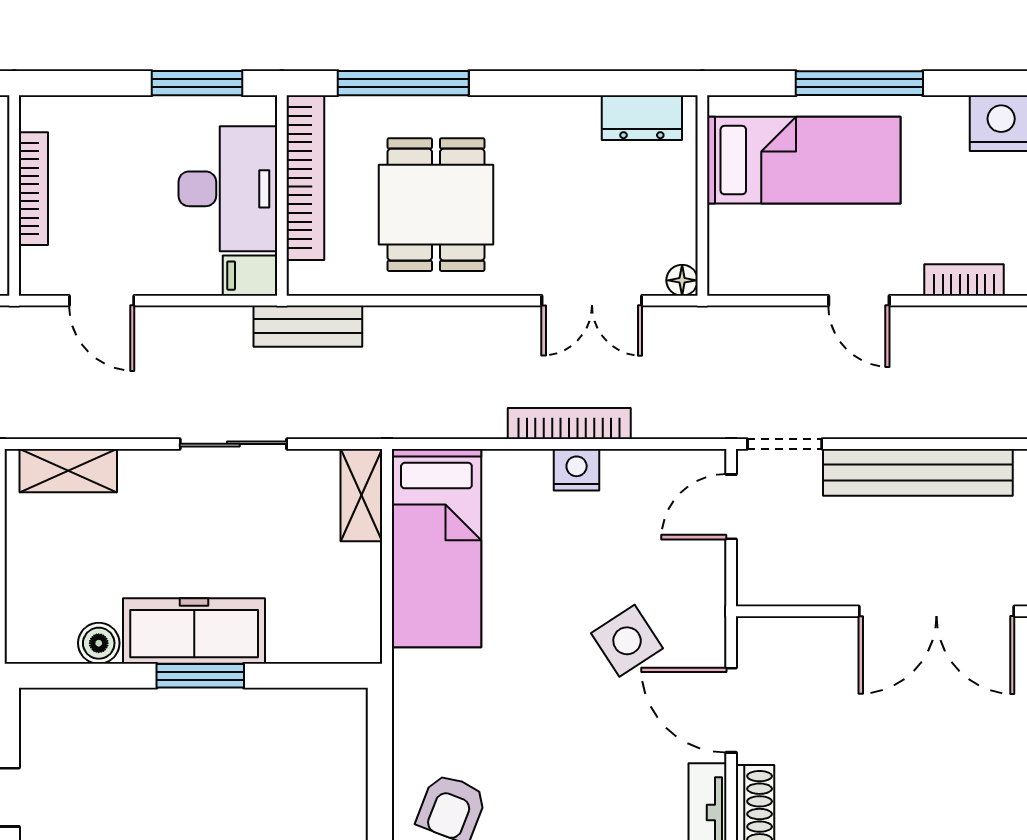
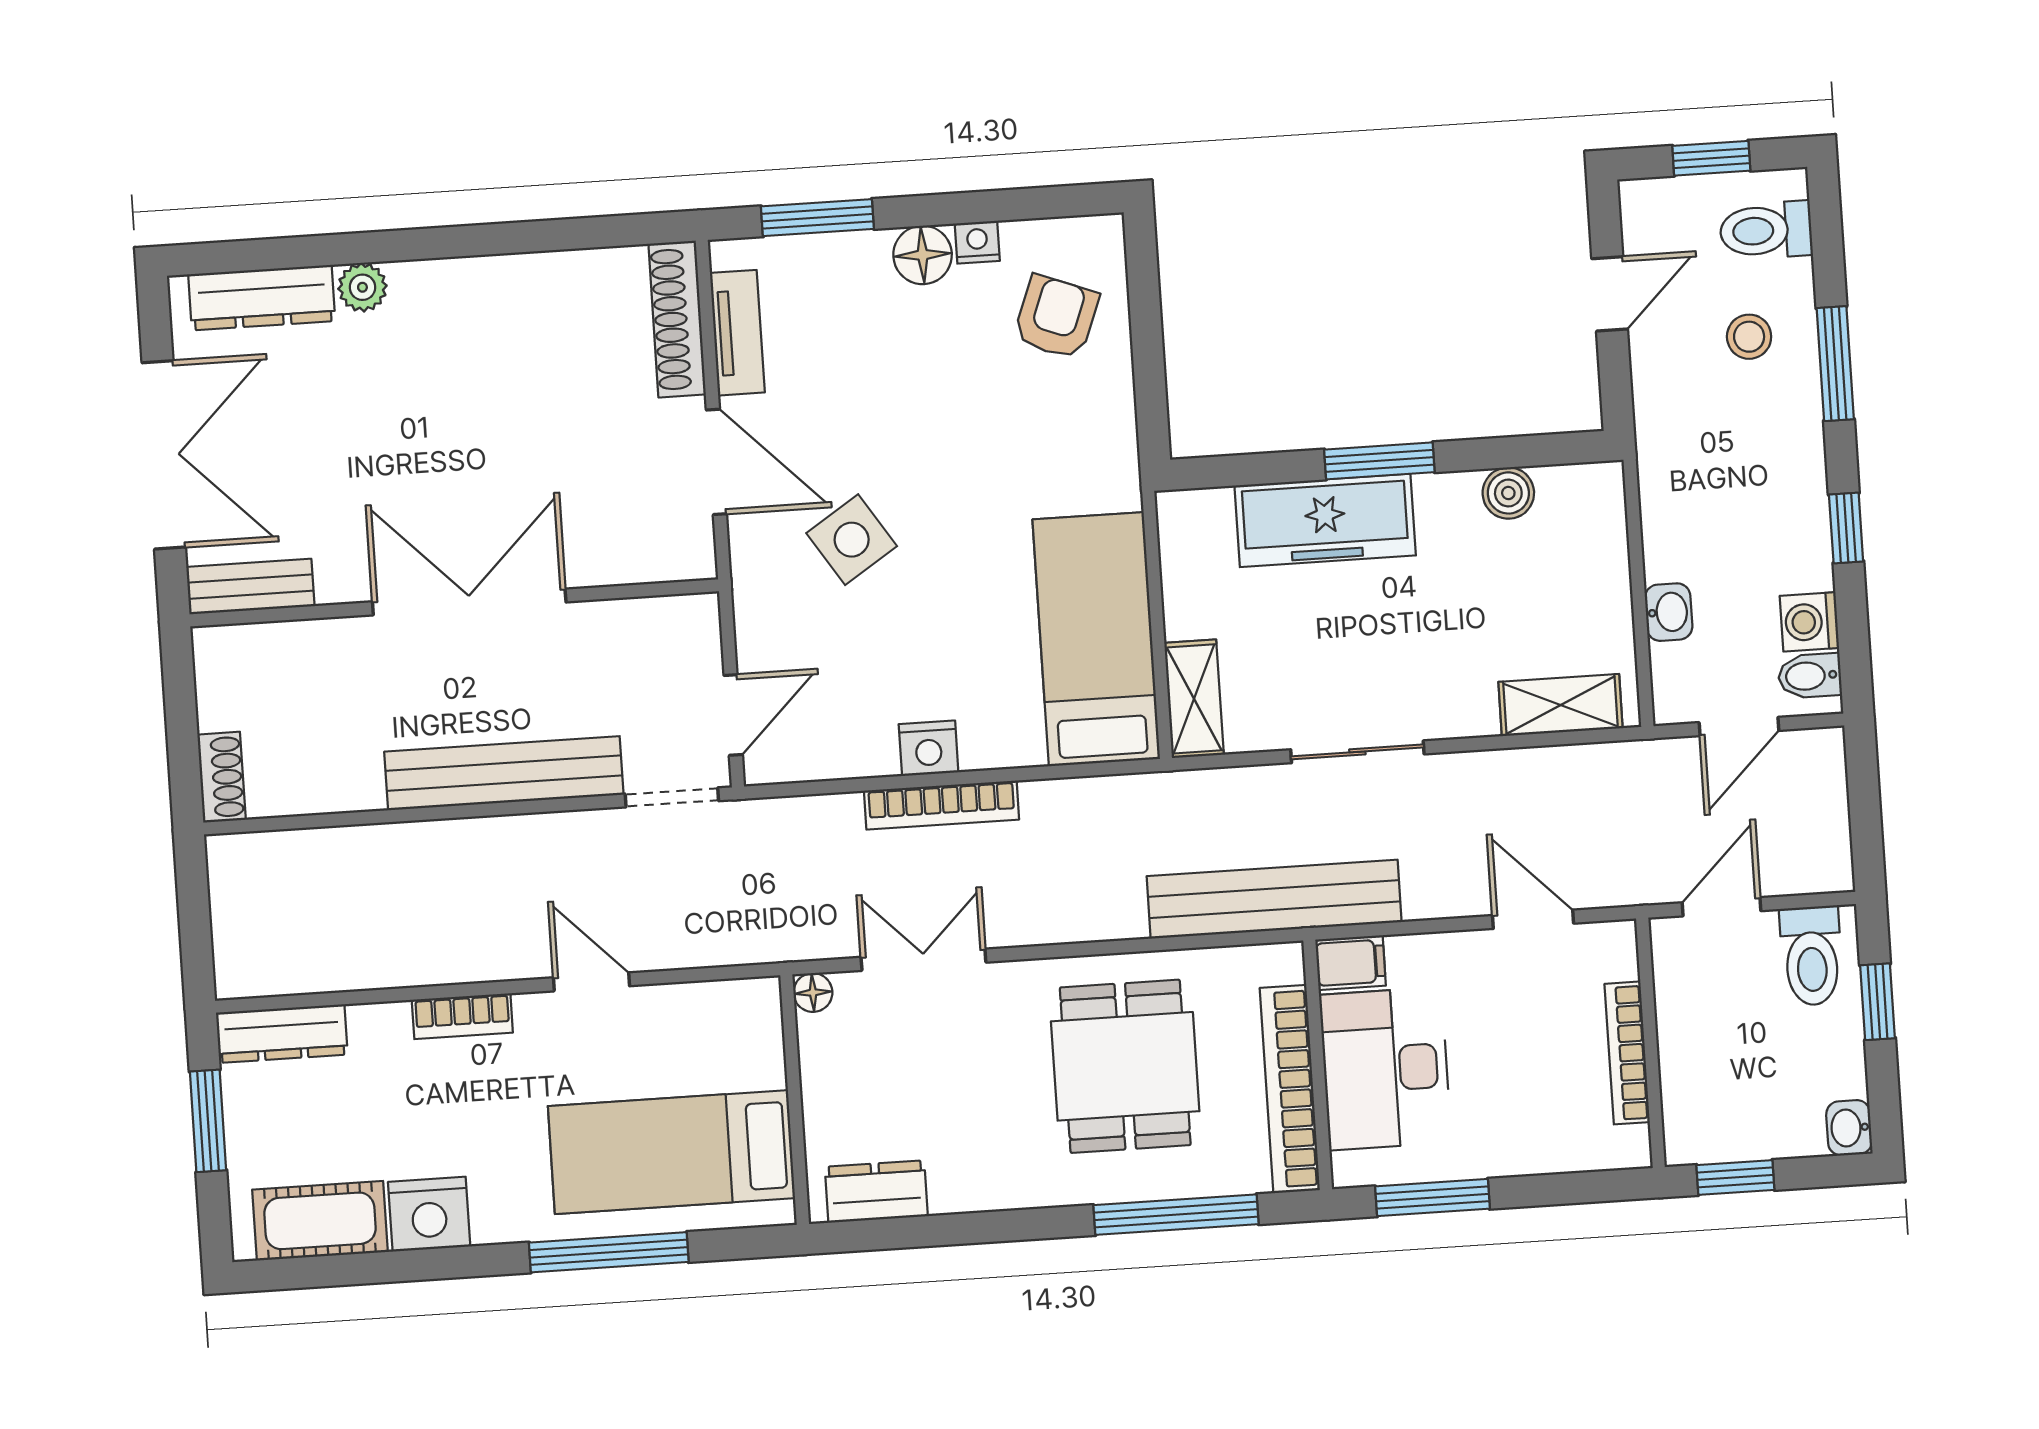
bench: (308, 326) -> (1274, 899), width x1.86, depth x1.21
freezer: (194, 631) -> (1325, 520), moved

